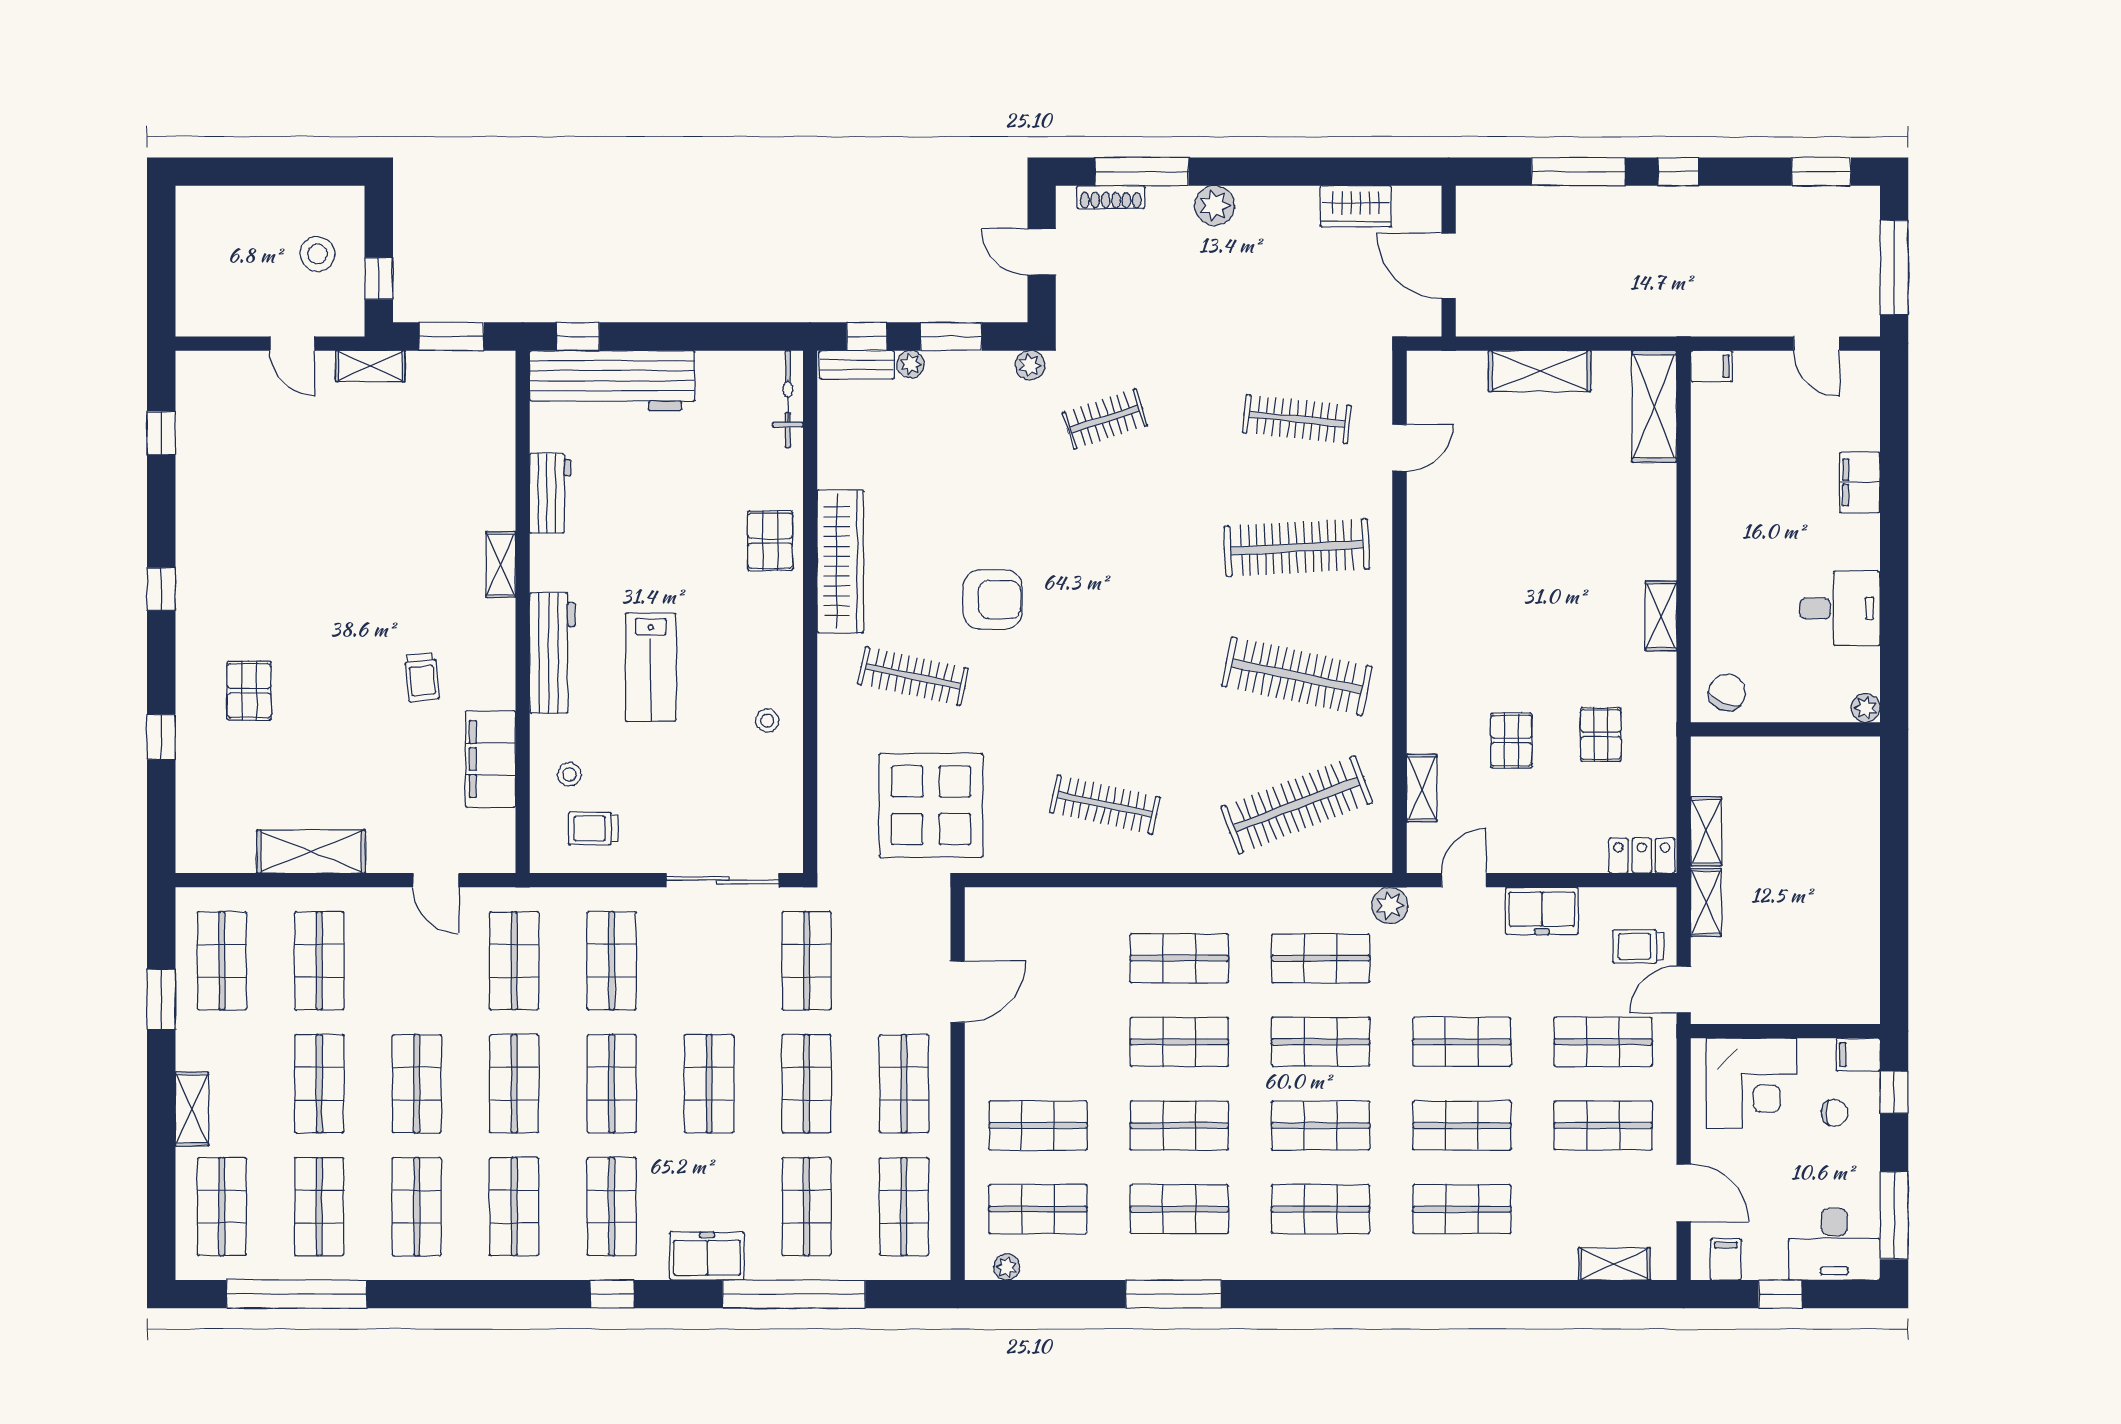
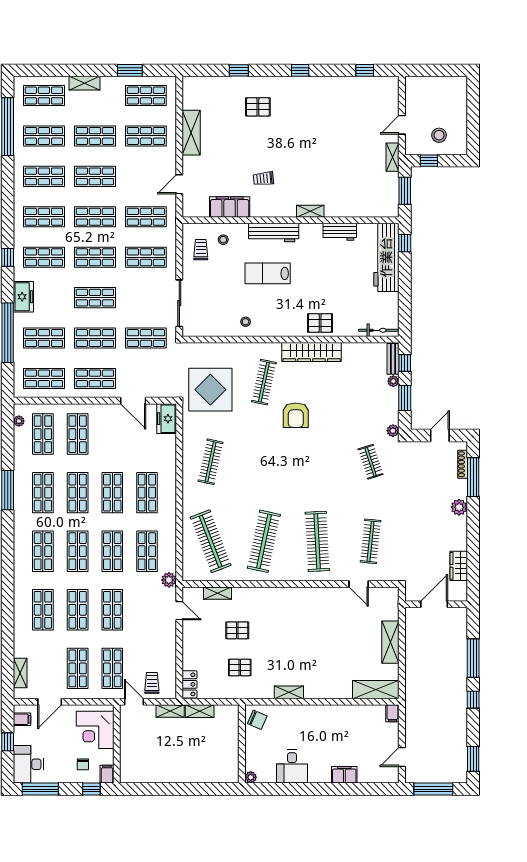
freezer: (1542, 911) -> (167, 419), moved

